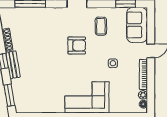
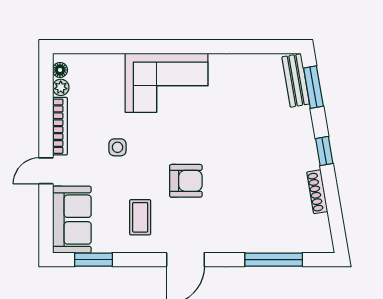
armchair: (77, 45) -> (186, 181), turned 180
bench: (13, 65) -> (296, 80), moved

